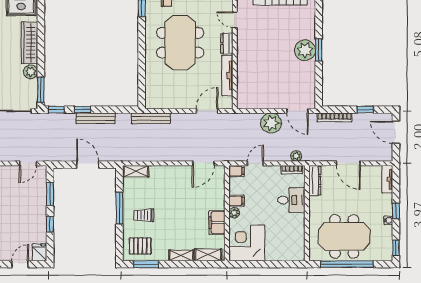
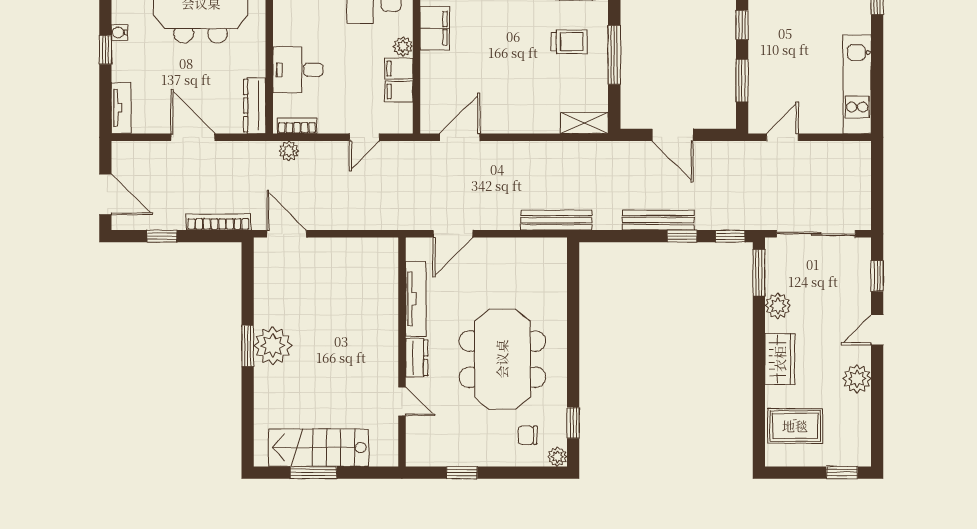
wardrobe: (29, 43) -> (780, 359), width x0.67
plant: (271, 123) -> (335, 211), removed
filing cabinet: (236, 171) -> (399, 91), moved

